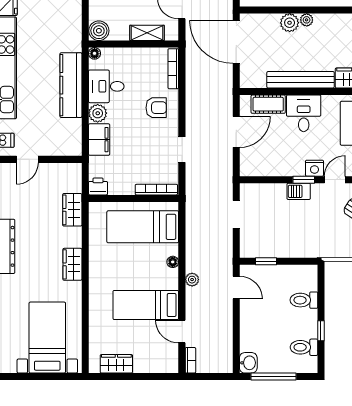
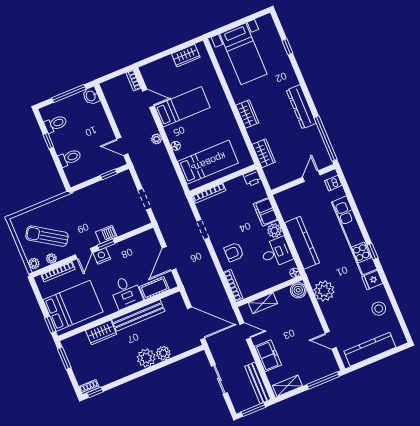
plant: (69, 17) -> (324, 291), added
plant: (307, 20) -> (146, 358), width x1.88, depth x1.88

